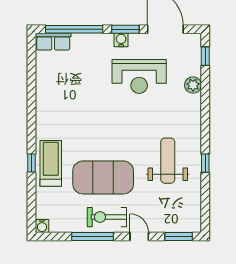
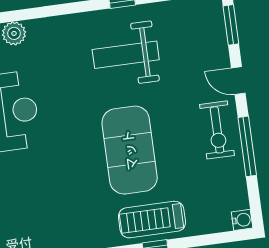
exercise mat: (103, 177) -> (130, 150), moved
door: (139, 236) -> (238, 81), hinge flipped

